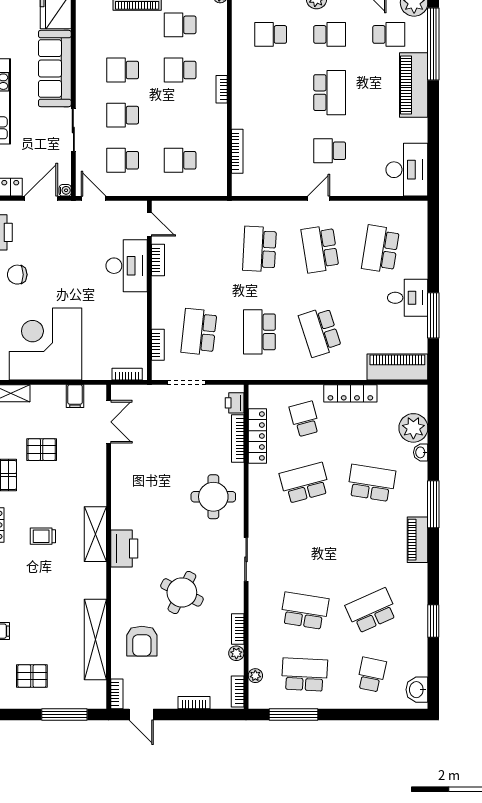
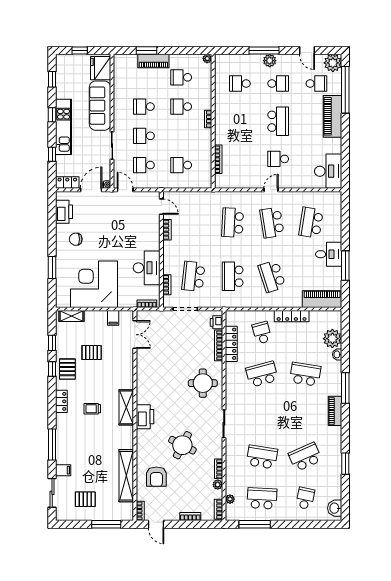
desk: (127, 266) -> (147, 268), moved

